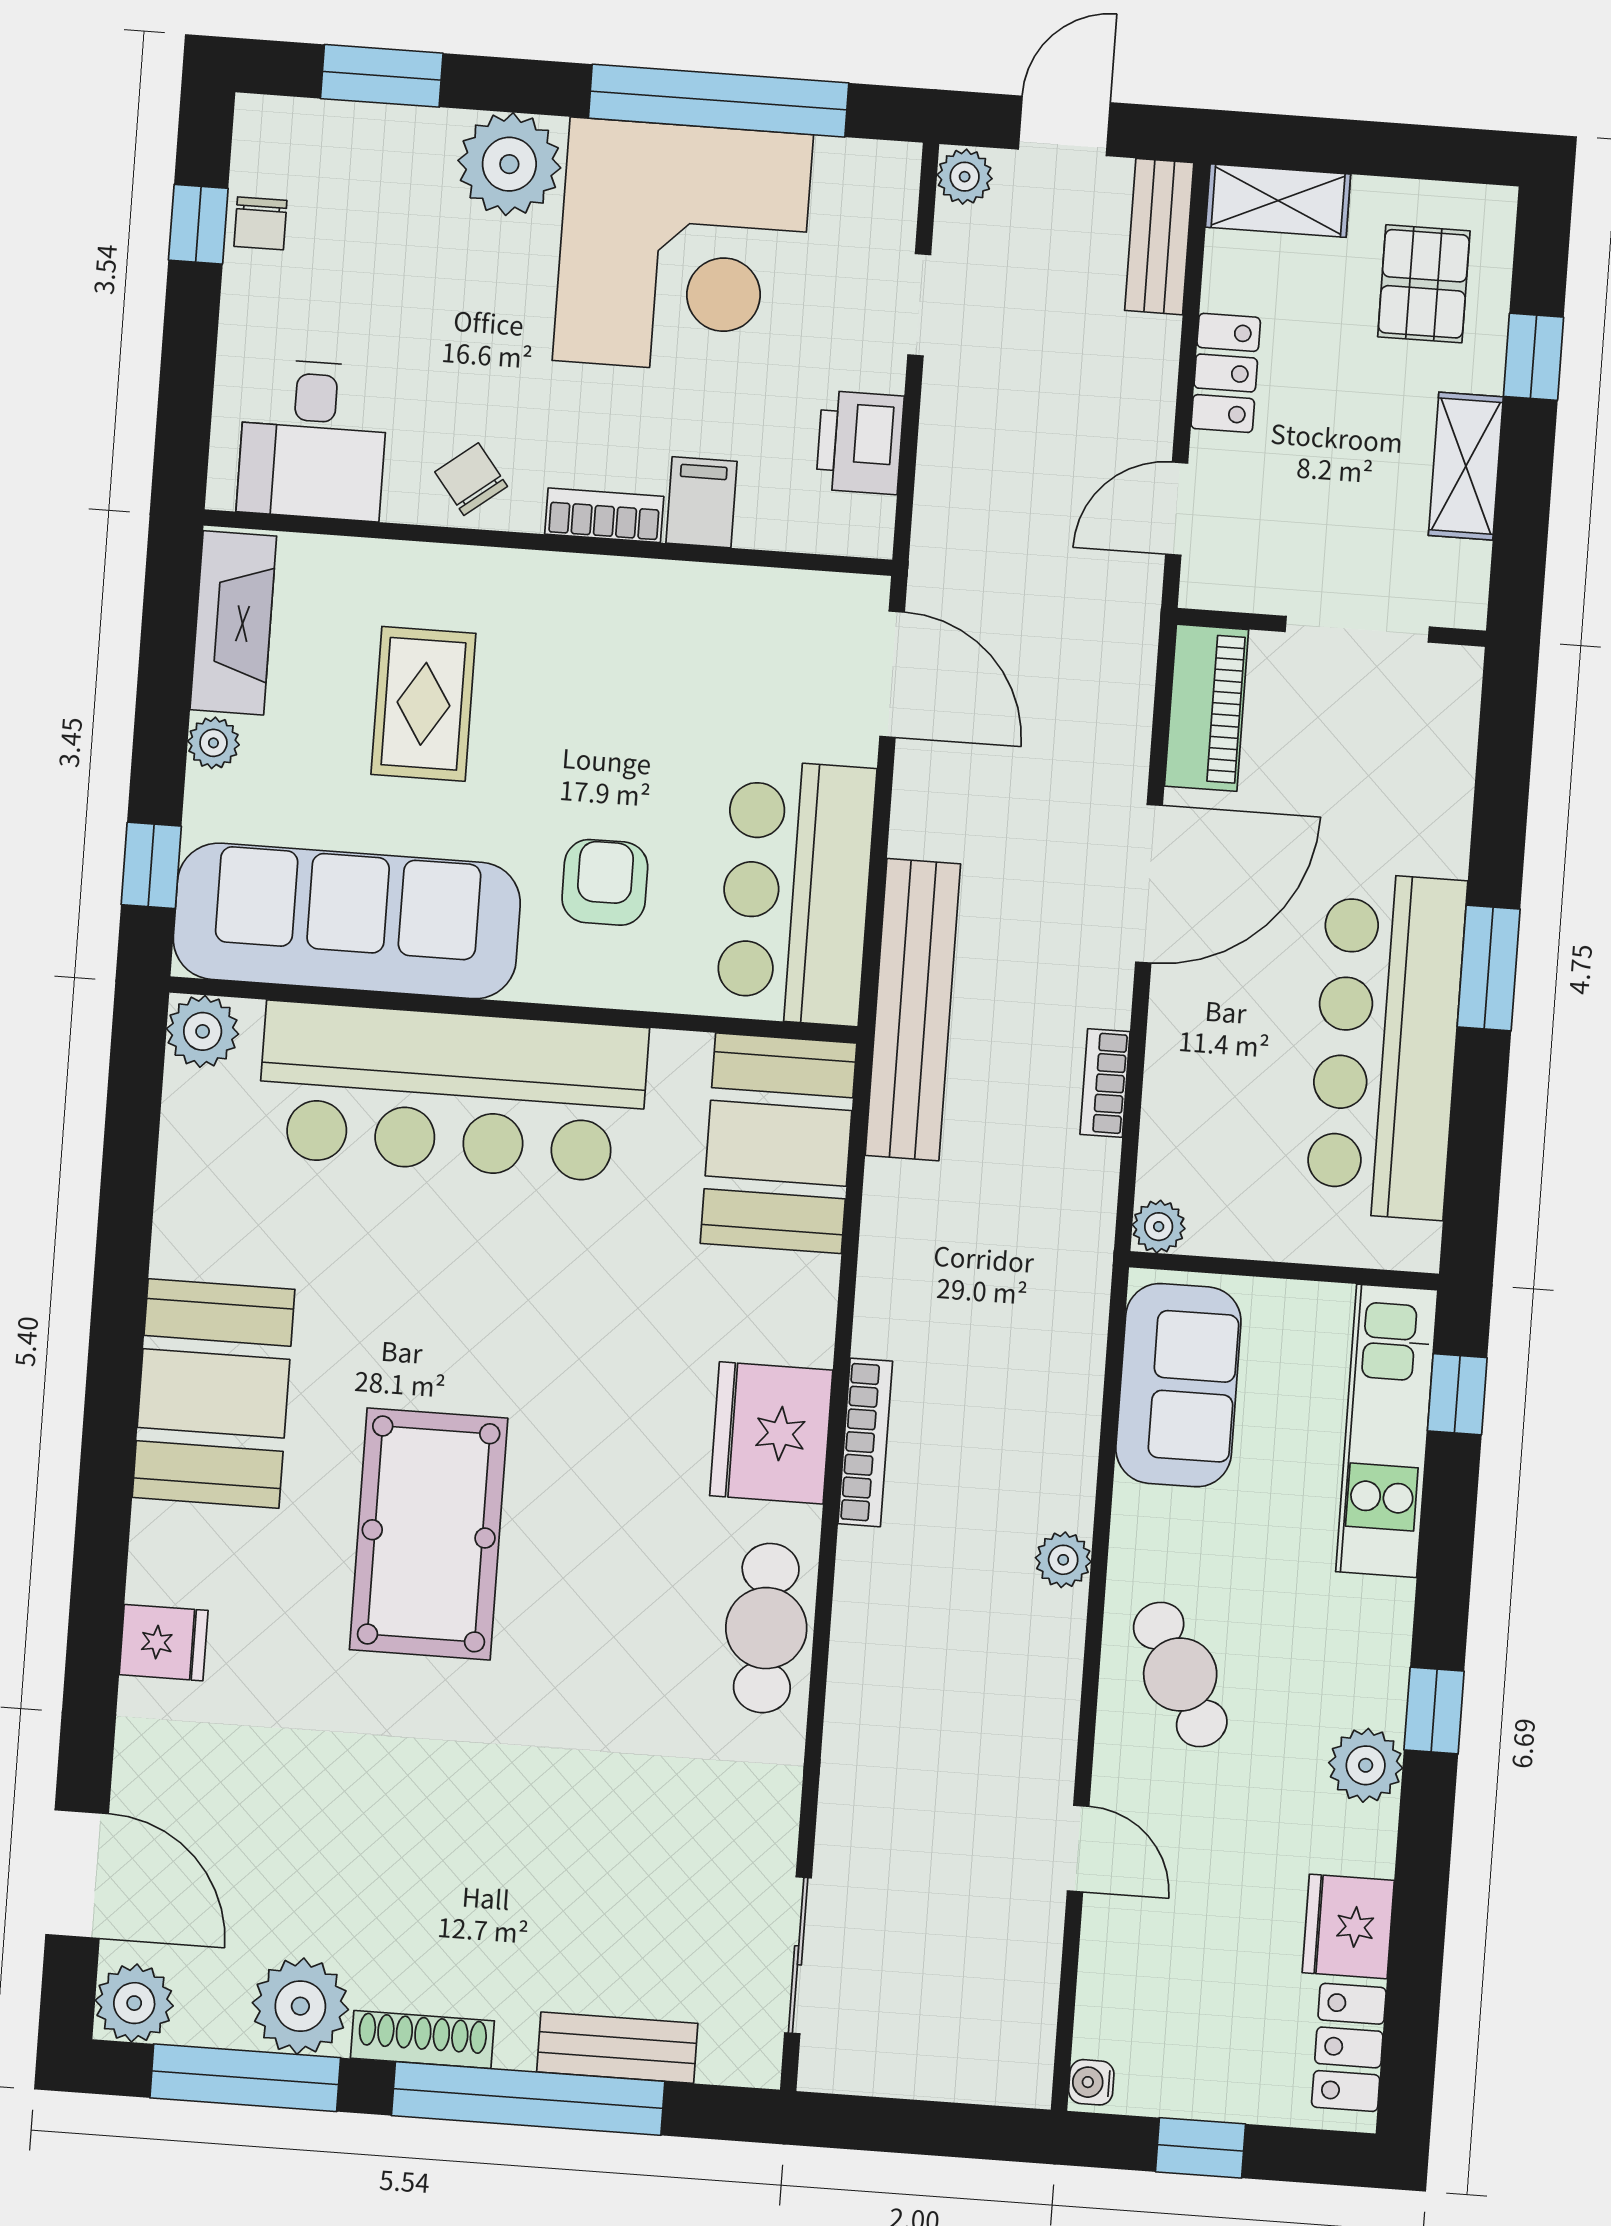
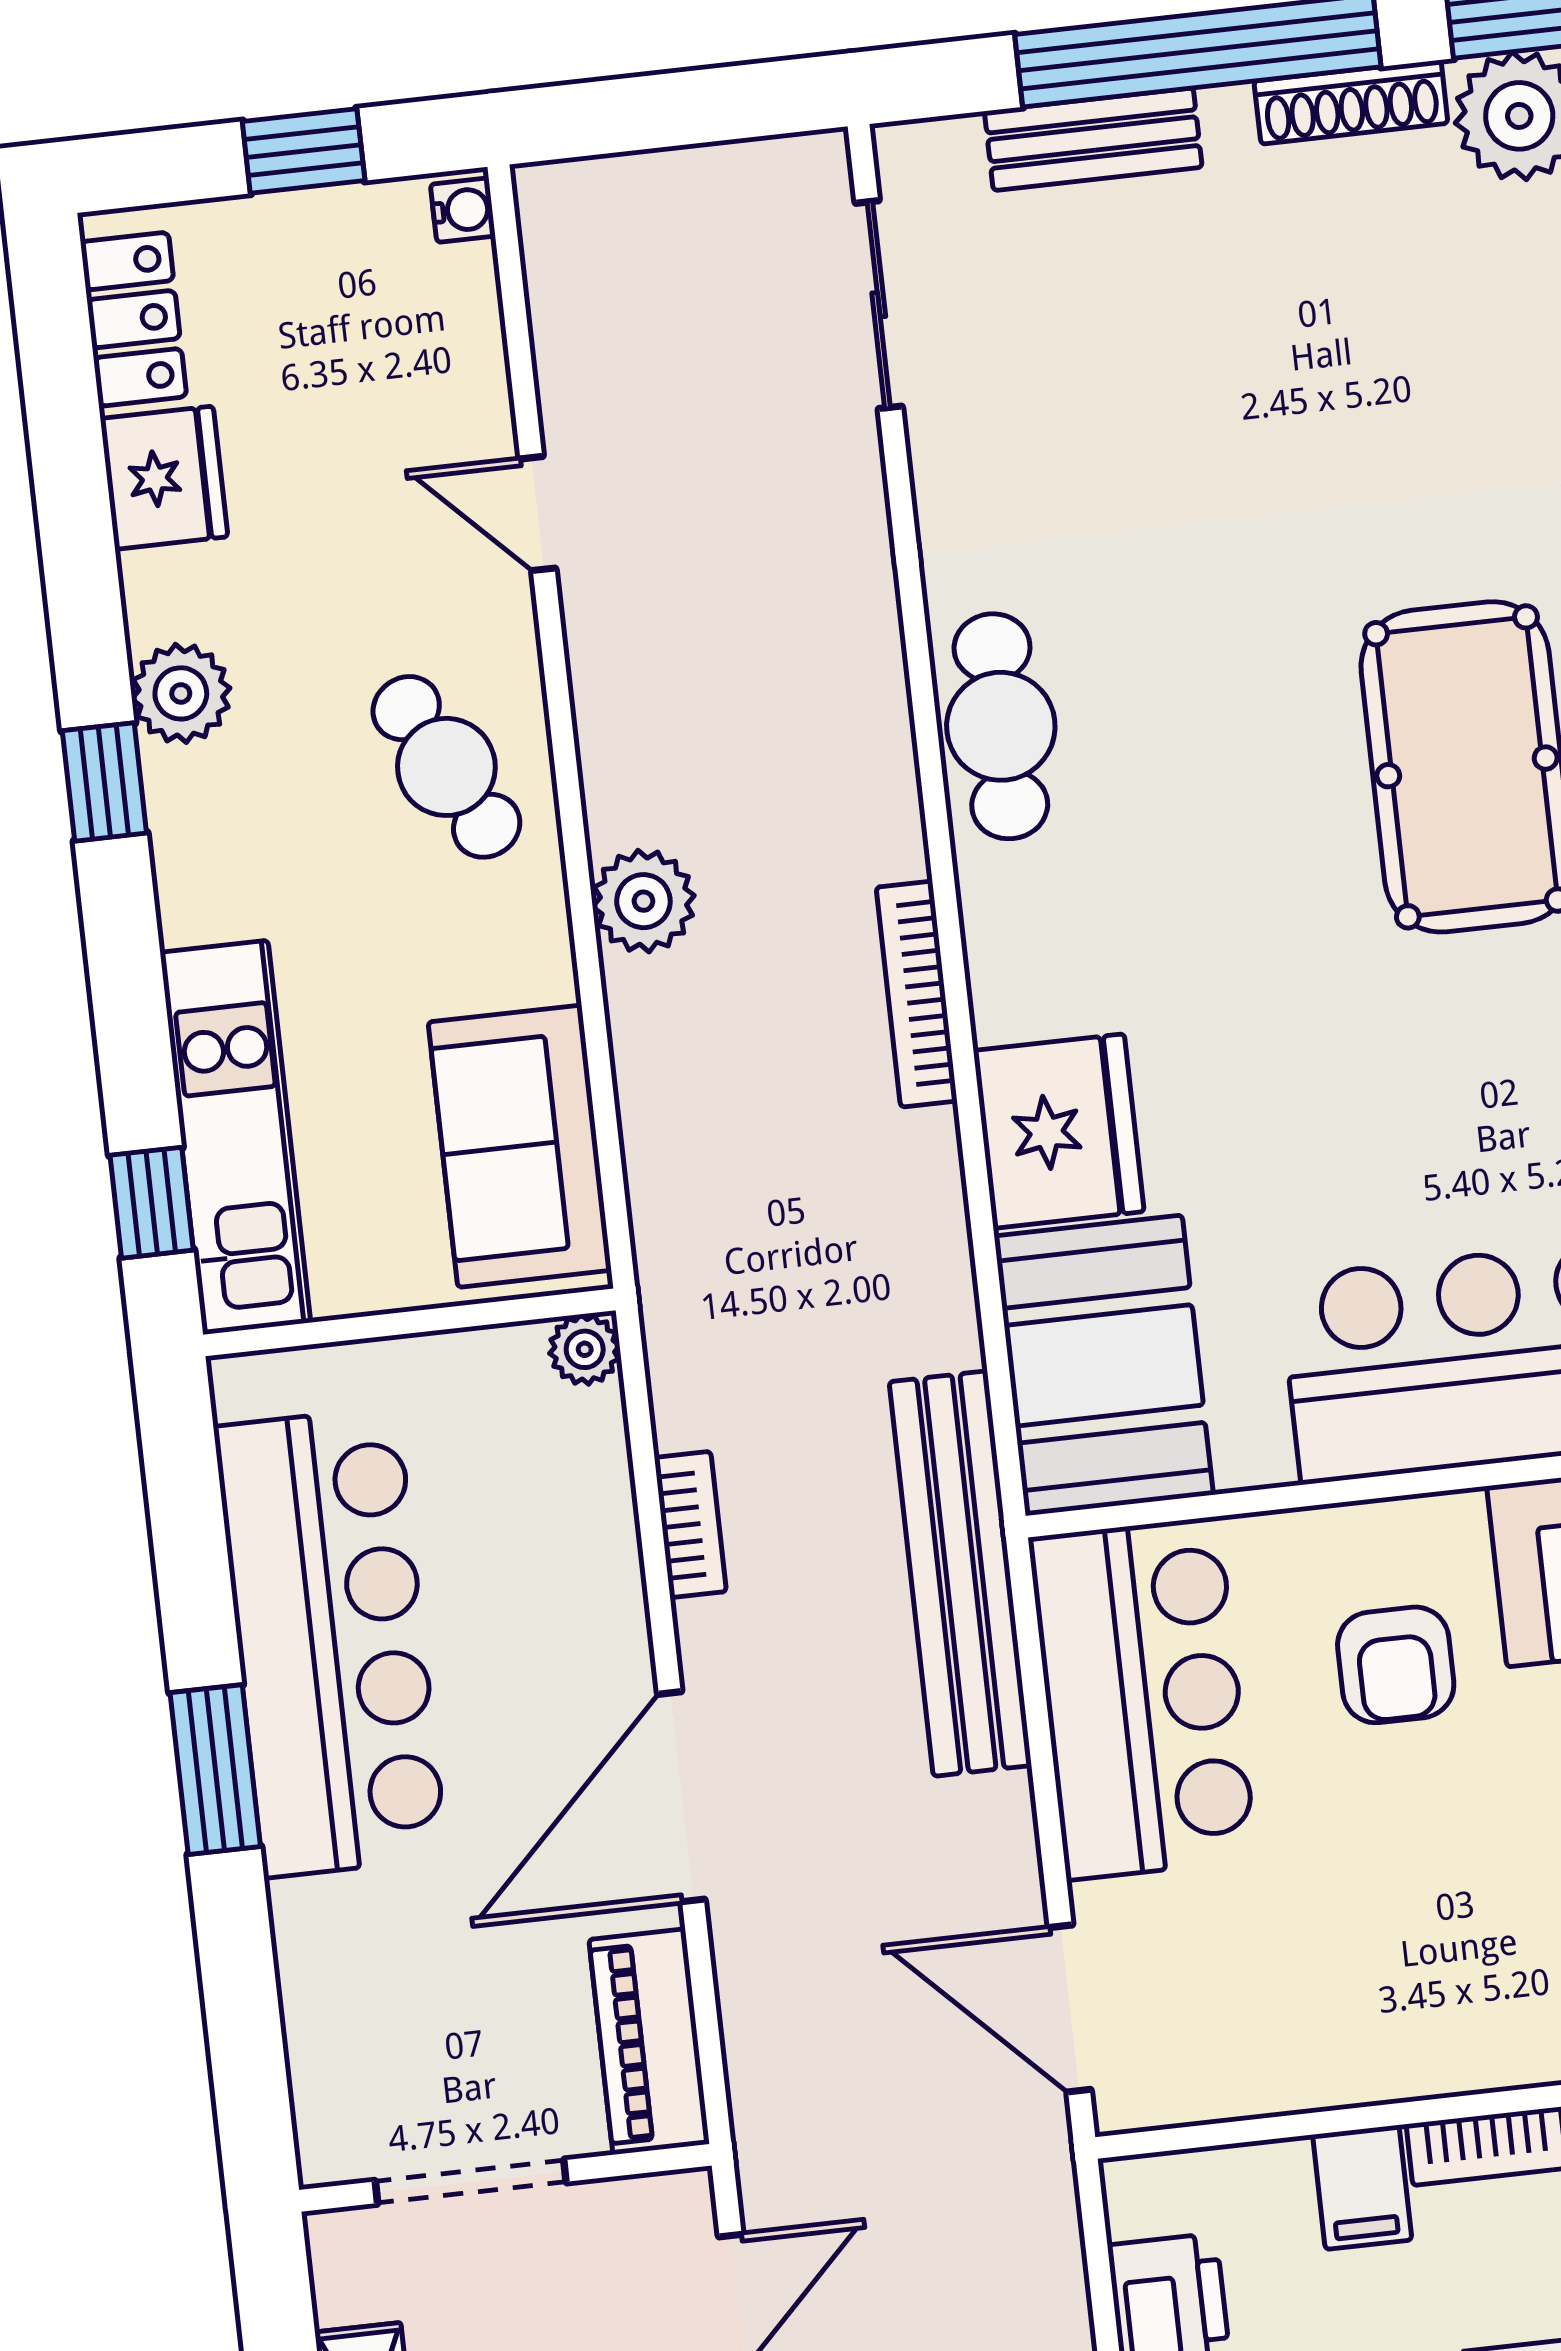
fridge: (771, 1433) -> (1059, 1131), moved
plant: (1063, 1560) -> (643, 901), width x1.38, depth x1.38

